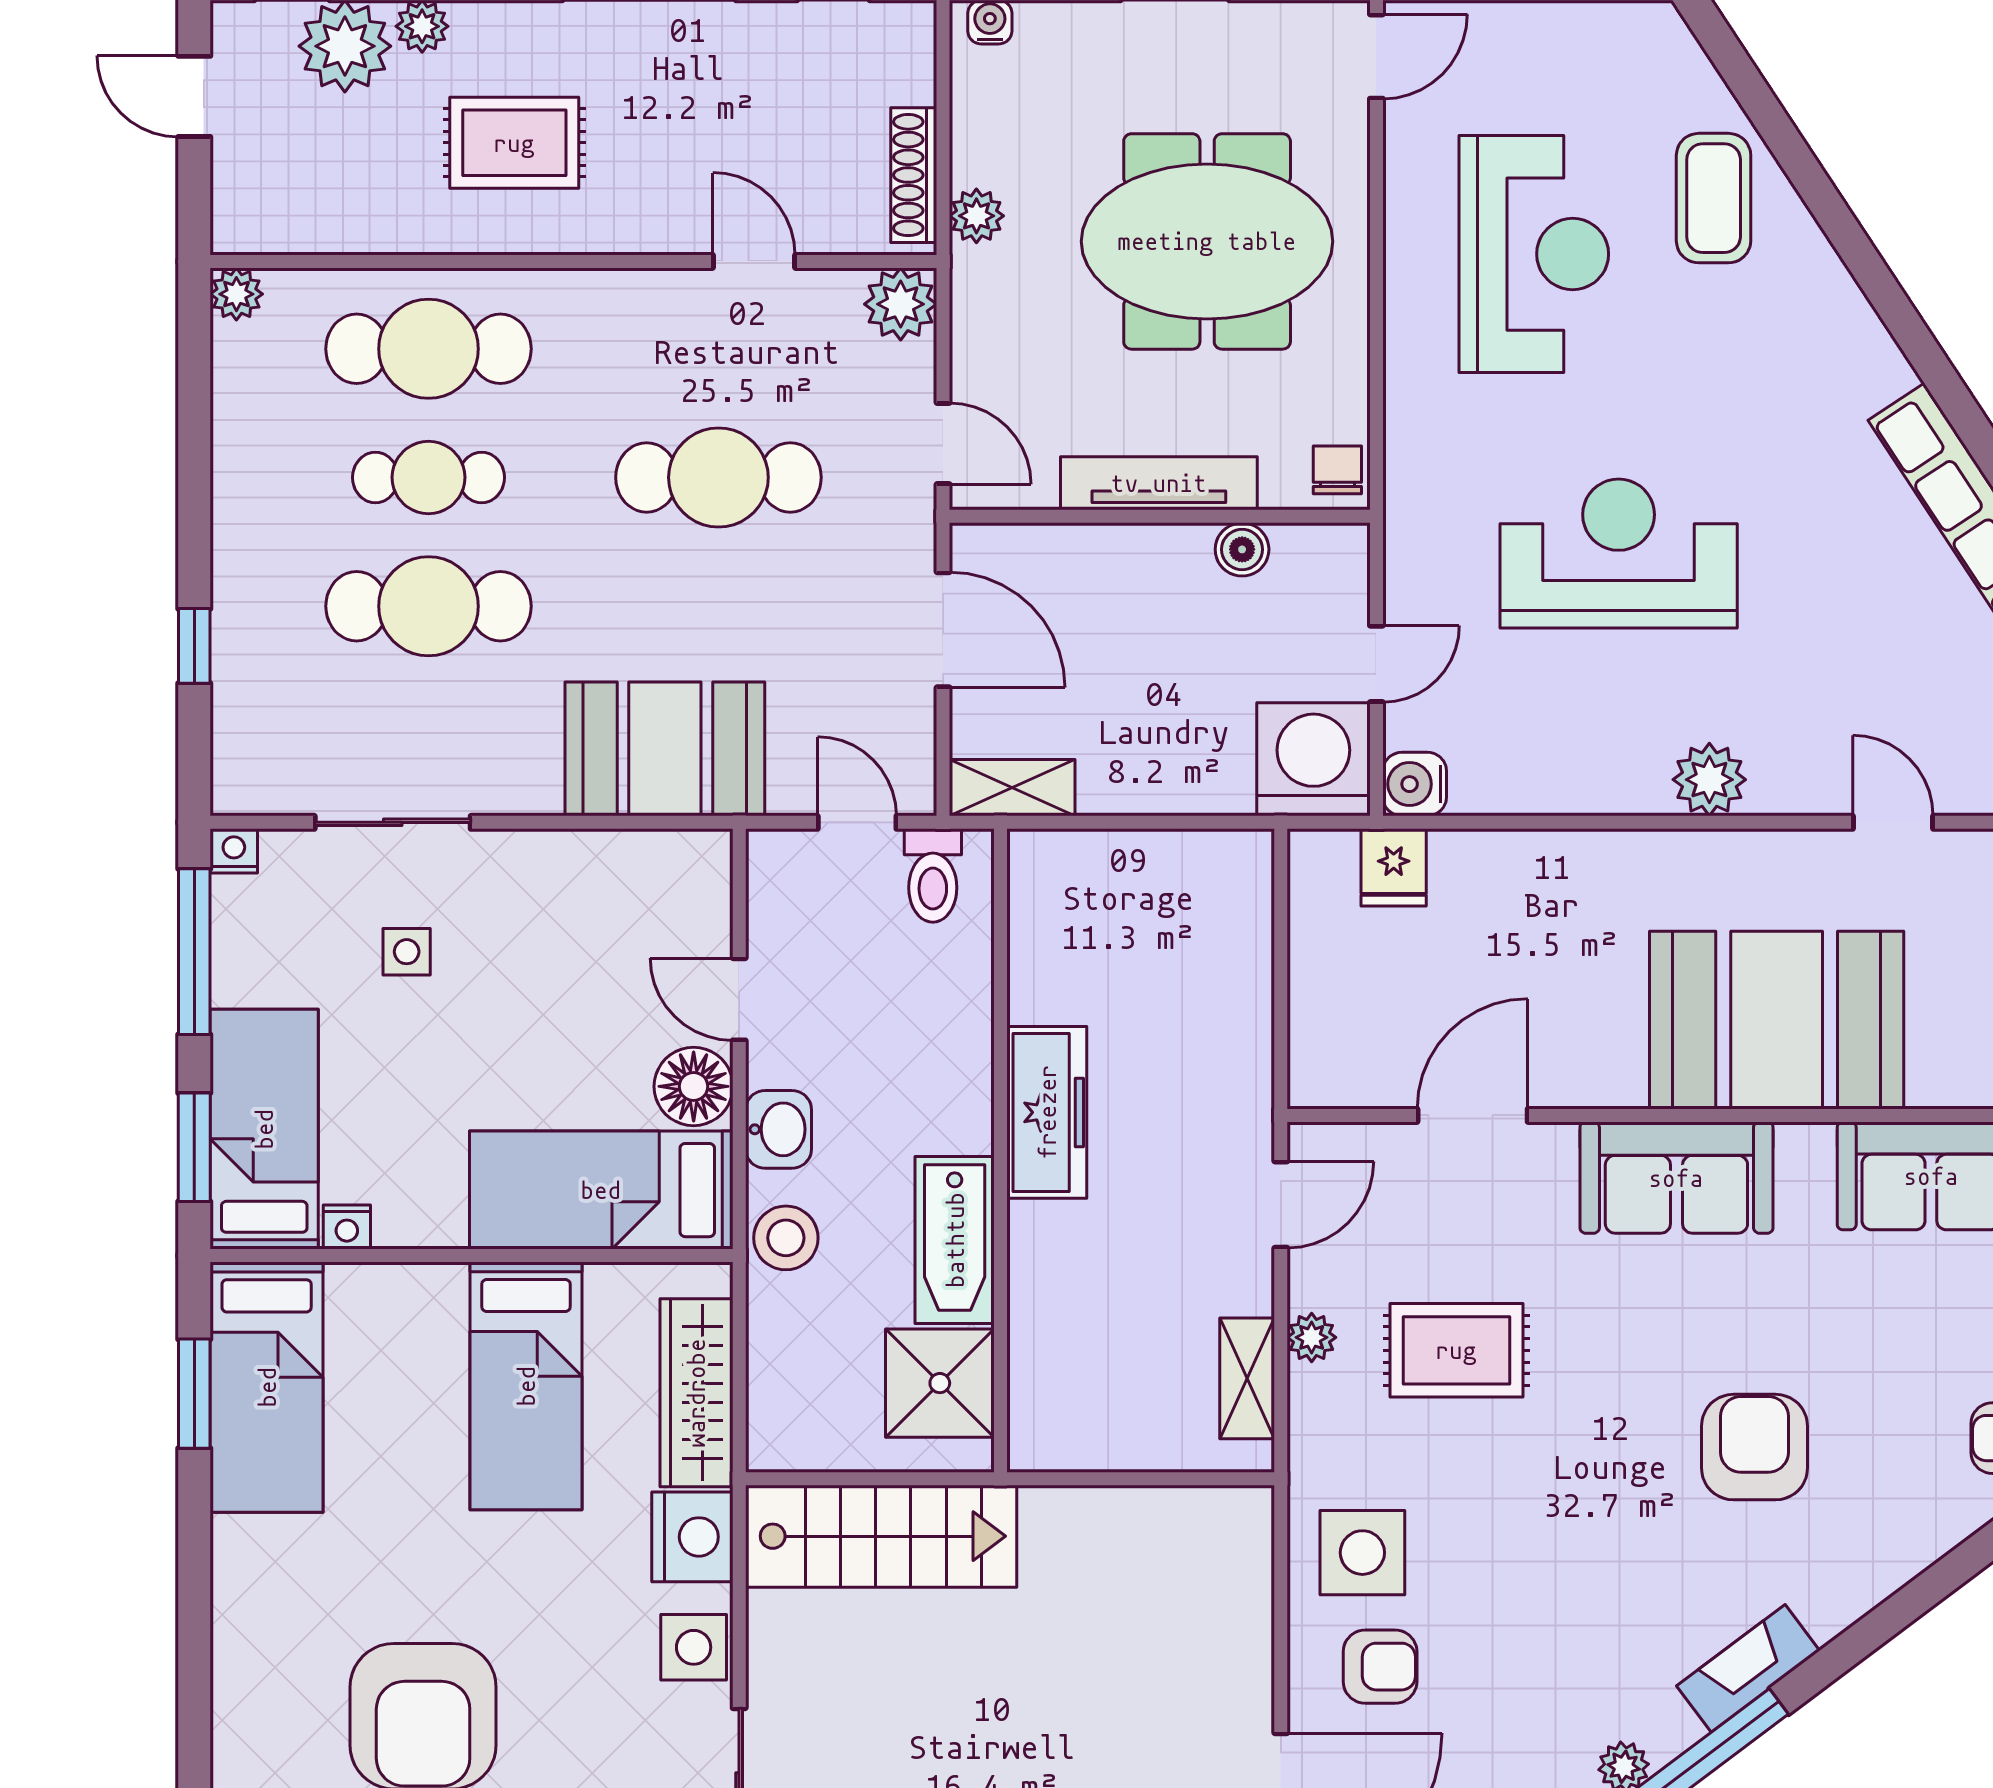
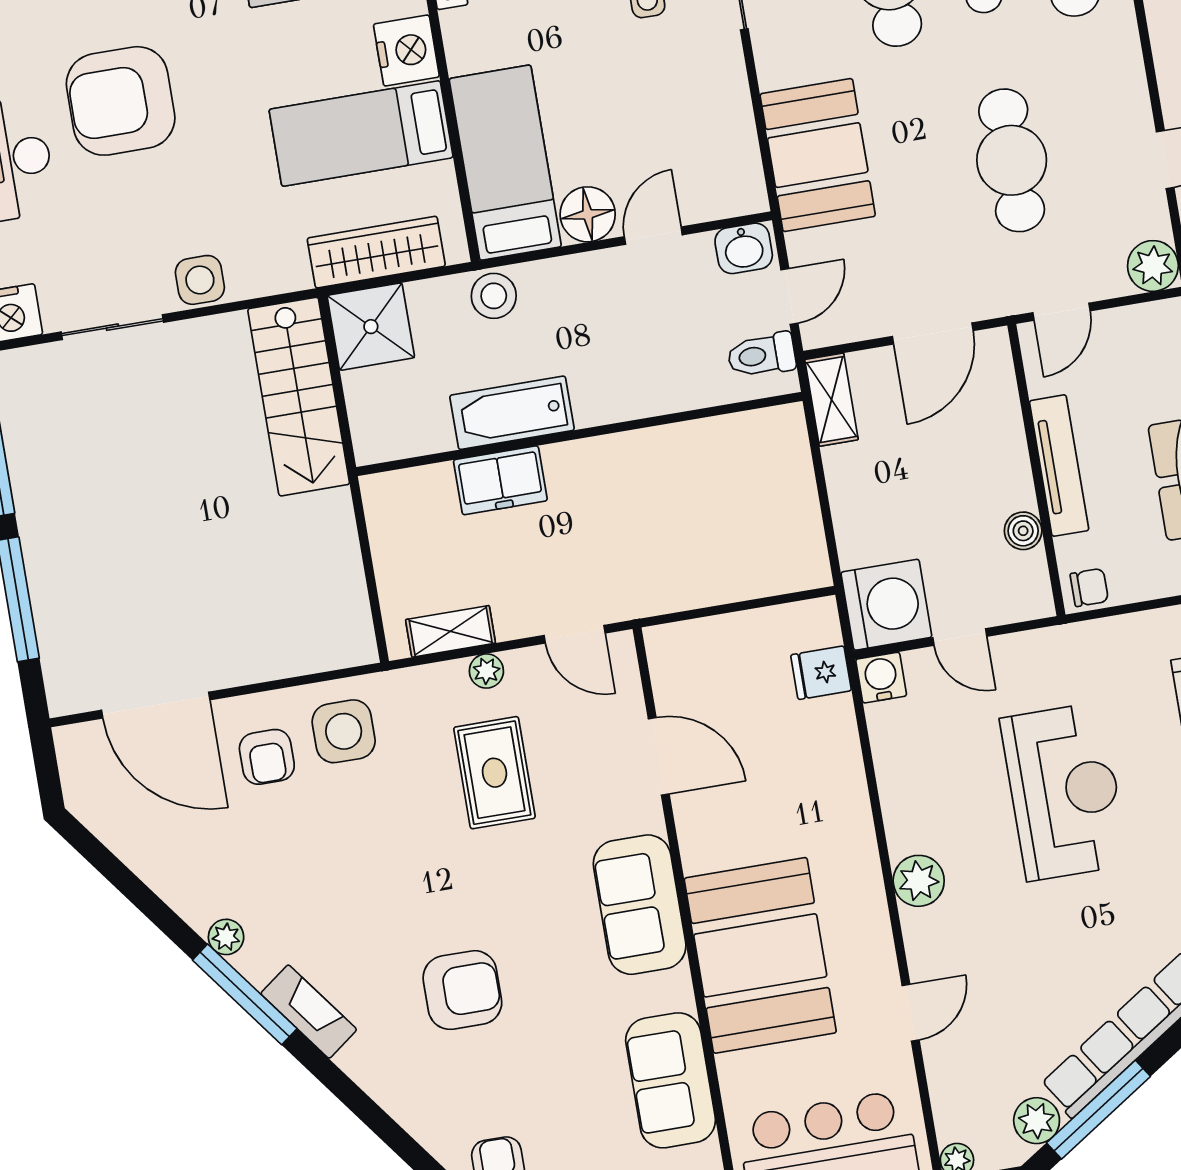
freezer: (1047, 1112) -> (500, 480), moved, width x0.71
washbasin: (779, 1129) -> (744, 248), moved
shower: (940, 1383) -> (371, 327), moved
nightstand: (692, 1537) -> (406, 50), moved, turned -90

